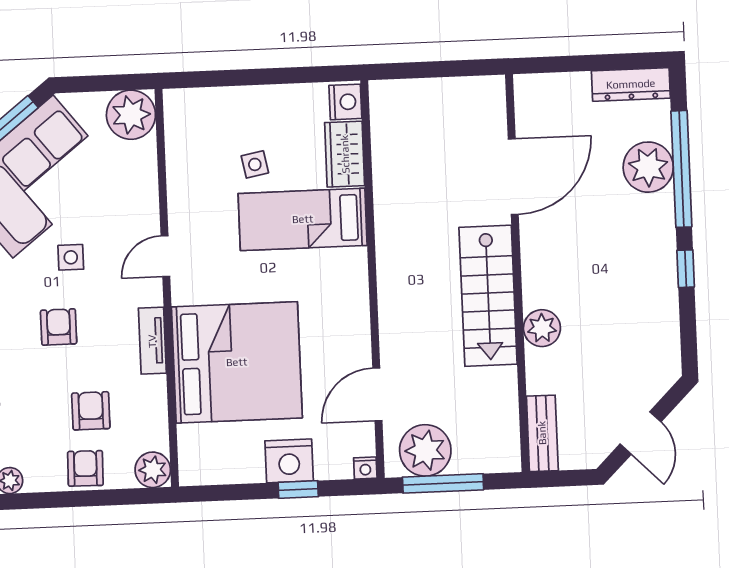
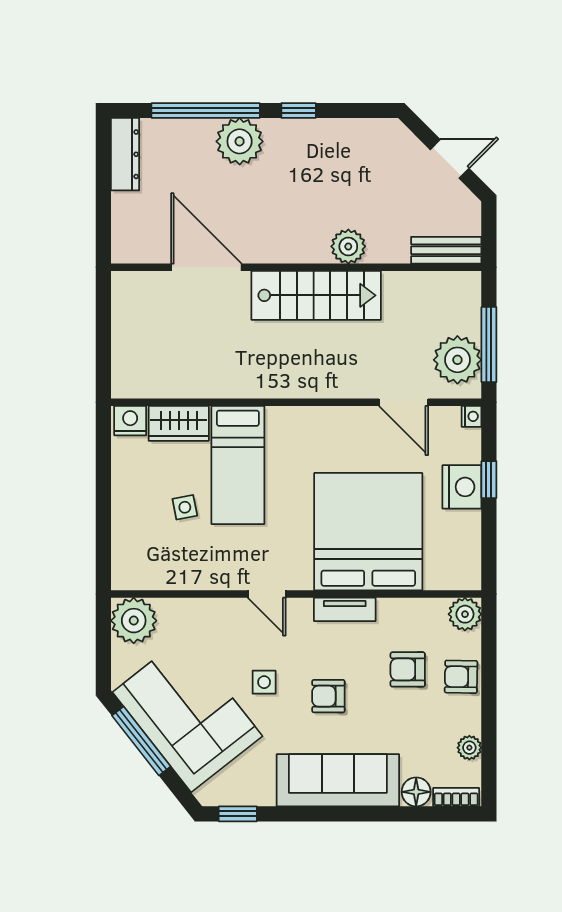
plant: (648, 167) -> (240, 141), moved

